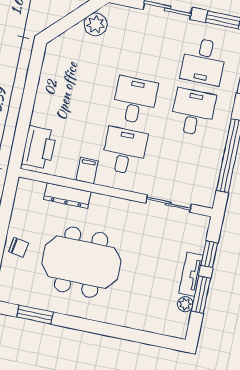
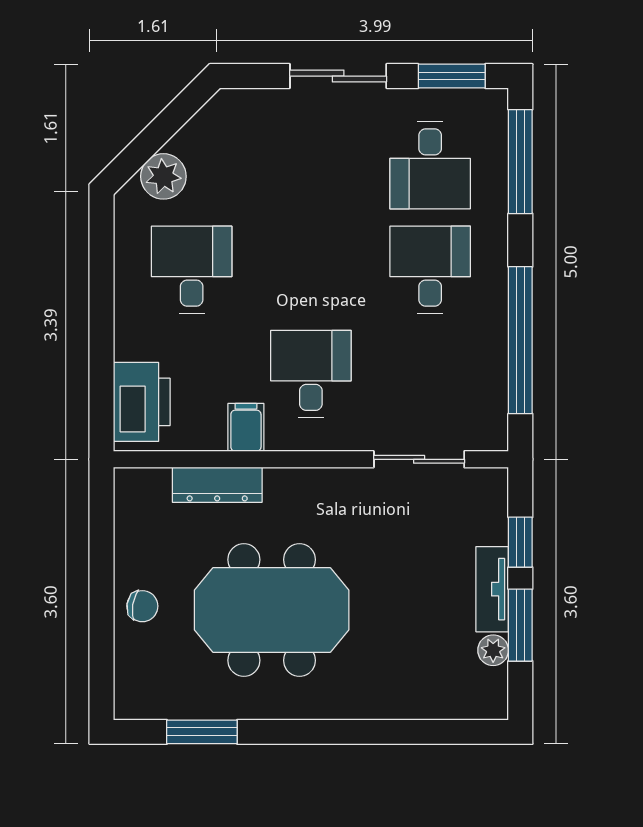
plant: (96, 24) -> (163, 176), moved
desk: (135, 100) -> (192, 270), moved

